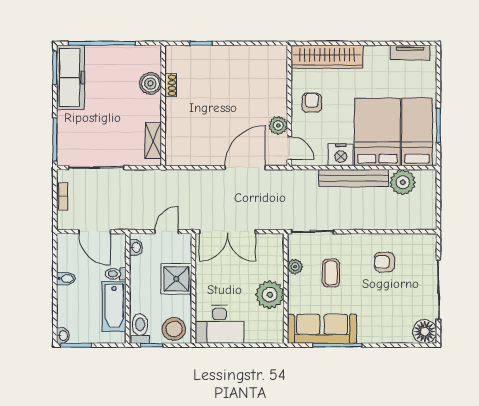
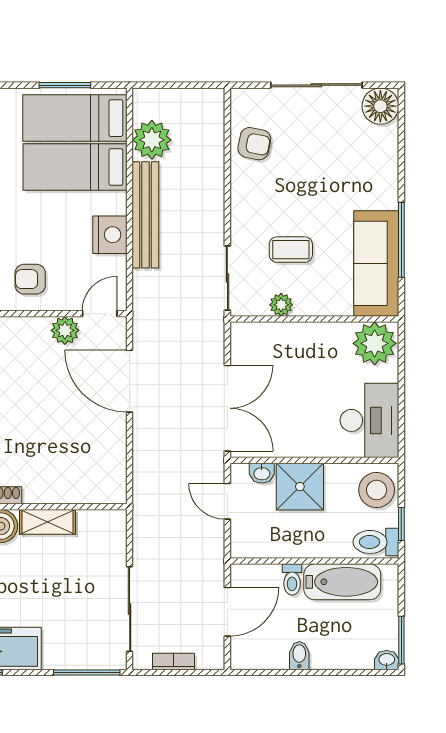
bed: (377, 132) -> (75, 167), width x0.67
shelving: (153, 141) -> (47, 522), moved
washbasin: (136, 247) -> (262, 473), moved, turned 180
armchair: (384, 262) -> (254, 144), moved, turned -79
plant: (270, 295) -> (375, 343), moved

